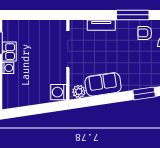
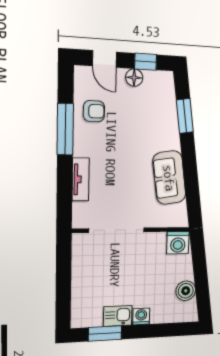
armchair: (145, 33) -> (94, 111), turned -90
plant: (79, 92) -> (178, 213), removed
boiler: (25, 99) -> (186, 291), added

